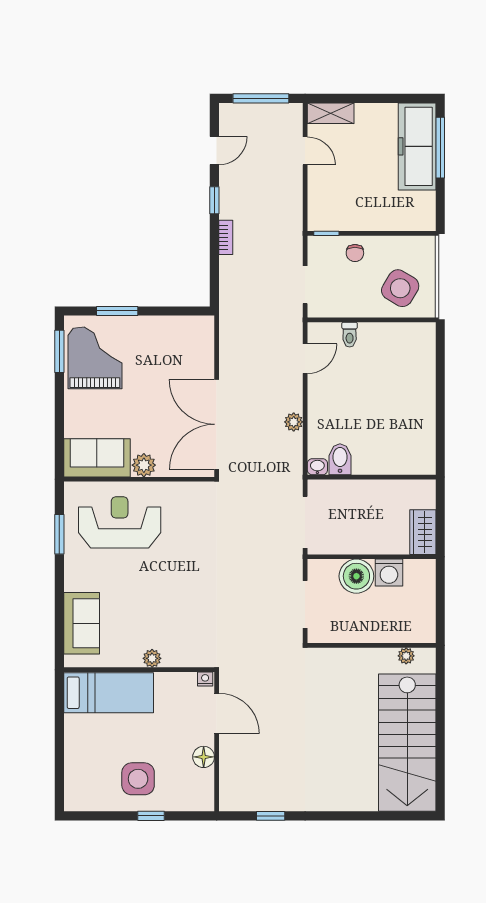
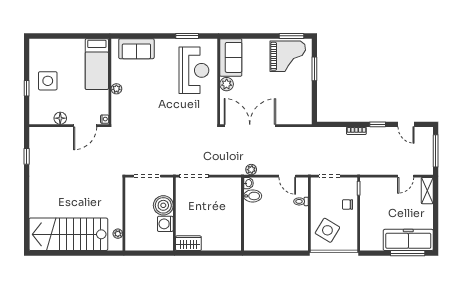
bidet: (340, 459) -> (253, 196), moved
washbasin: (317, 467) -> (248, 183), moved
wall: (372, 477) -> (243, 214), moved

